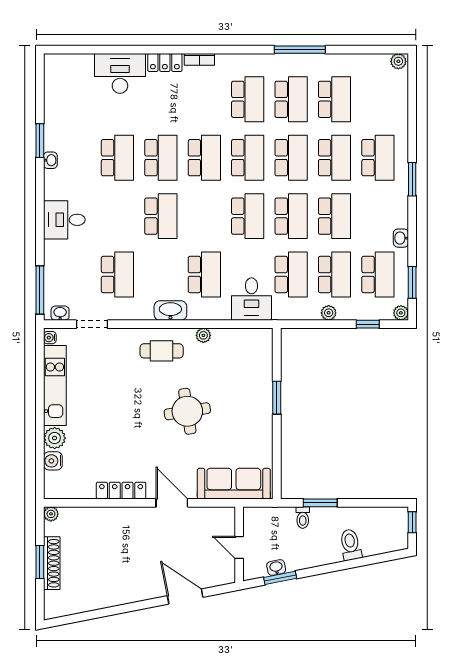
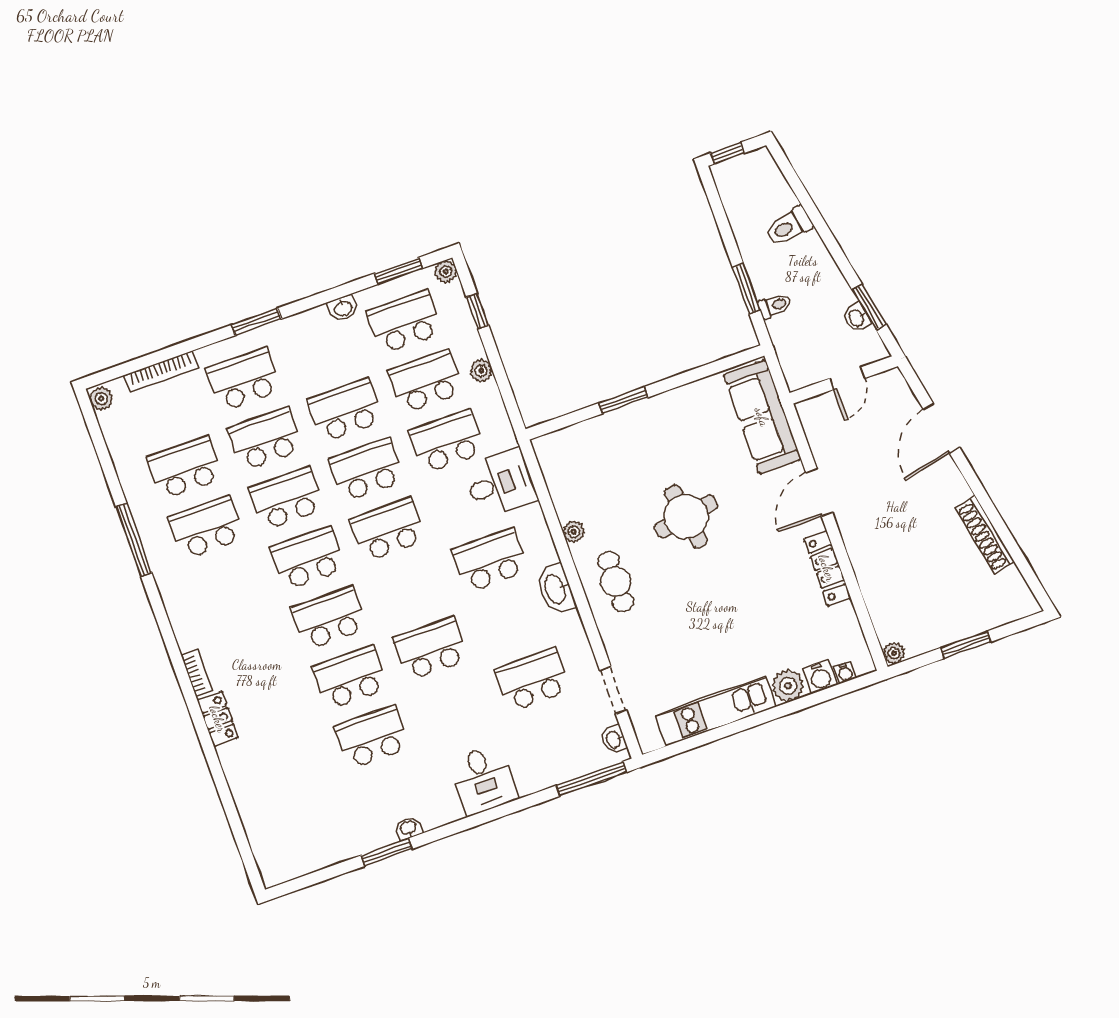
desk: (120, 73) -> (255, 775), removed
school desk: (248, 99) -> (228, 587), removed
bookcase: (402, 106) -> (161, 372), added
water cooler: (50, 338) -> (845, 673), moved
shoe rack: (52, 563) -> (985, 535), moved, turned -101

